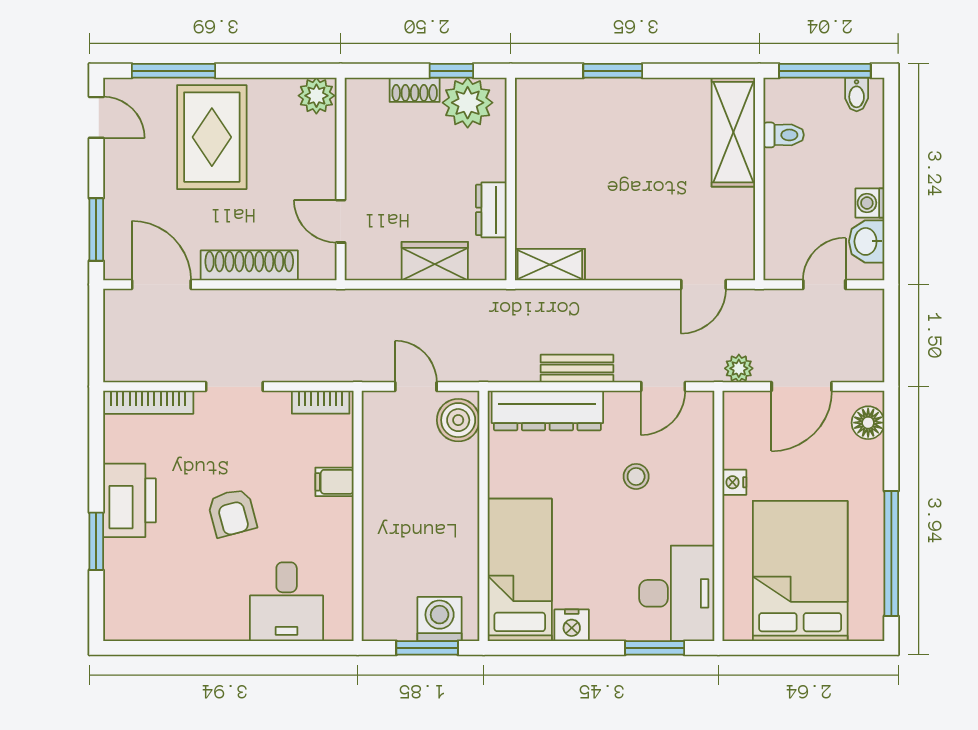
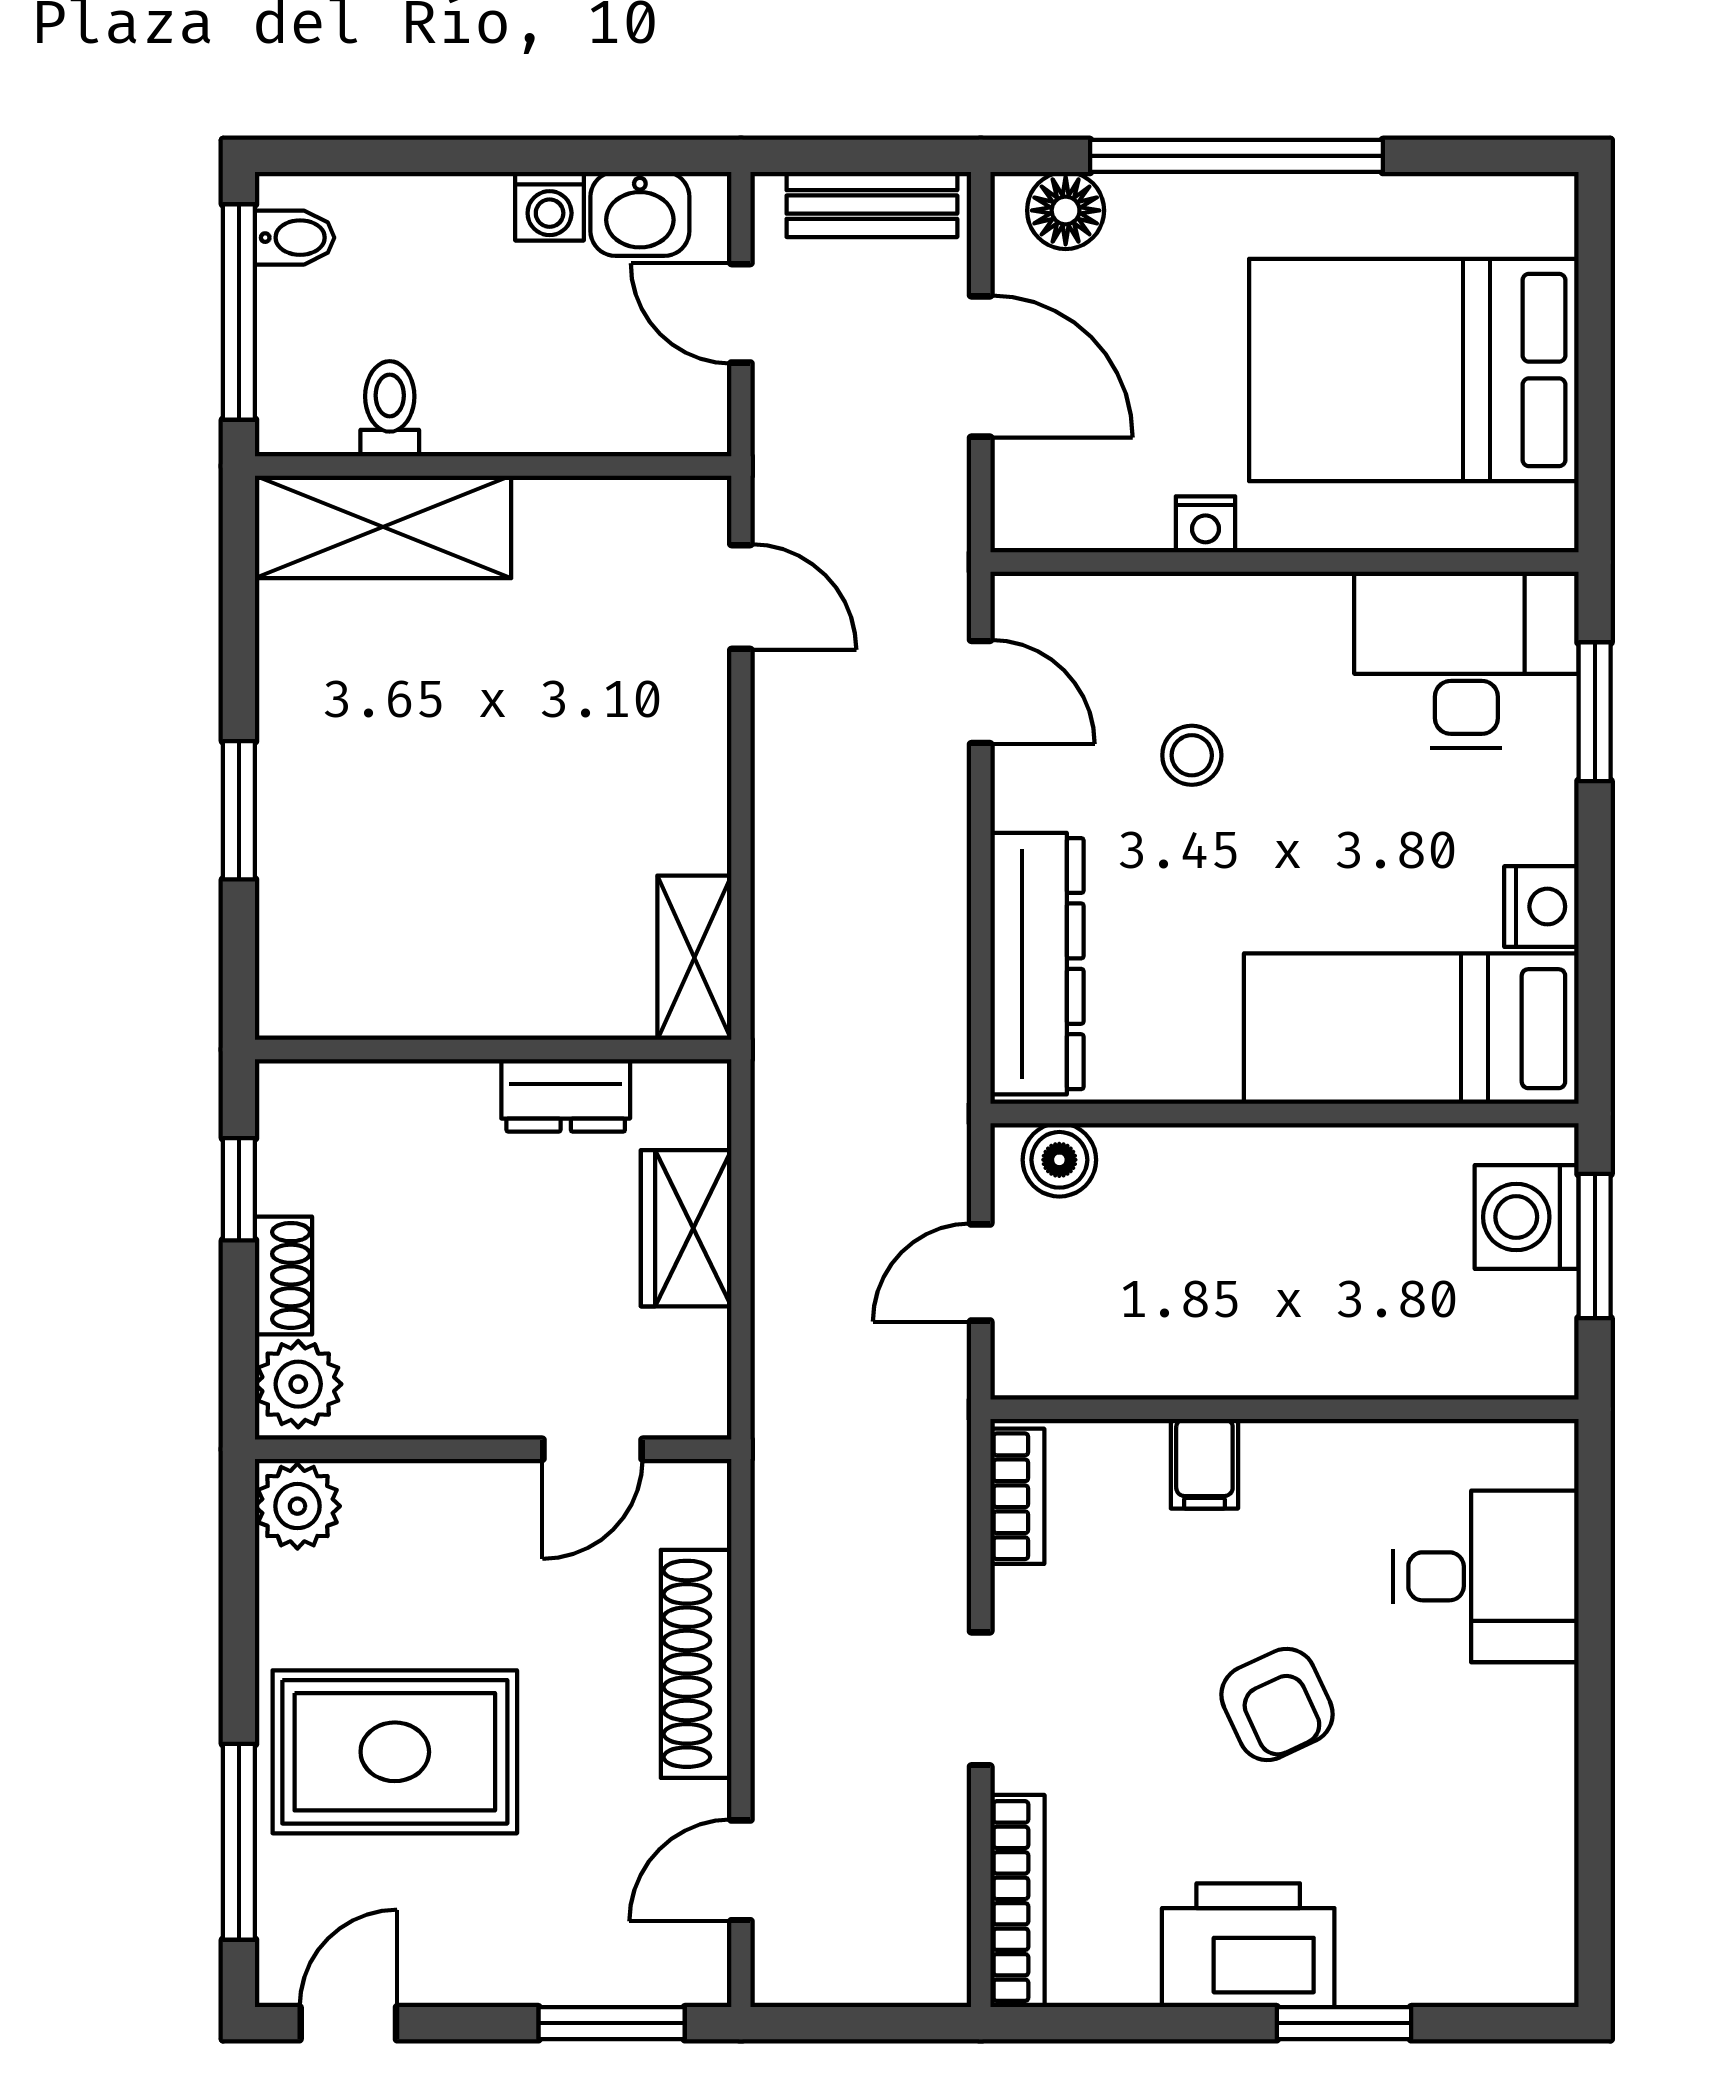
plant: (468, 103) -> (298, 1384), moved, width x0.73, depth x0.73
door: (161, 284) -> (741, 1870), width x0.73
plant: (739, 368) -> (938, 514), removed
bench: (577, 369) -> (872, 205), moved, turned 90
boiler: (458, 420) -> (1059, 1160), width x0.73, depth x0.73
armchair: (232, 513) -> (1277, 1704), turned 80
window: (891, 553) -> (1236, 156), moved

